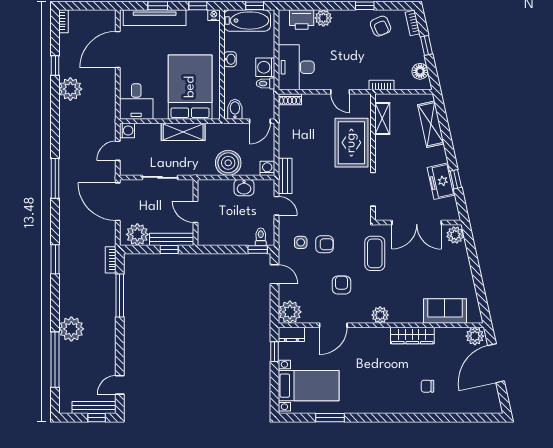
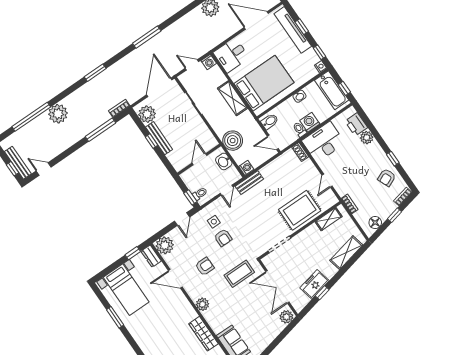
door: (196, 212) -> (199, 159), moved
wall: (196, 212) -> (199, 159), moved

